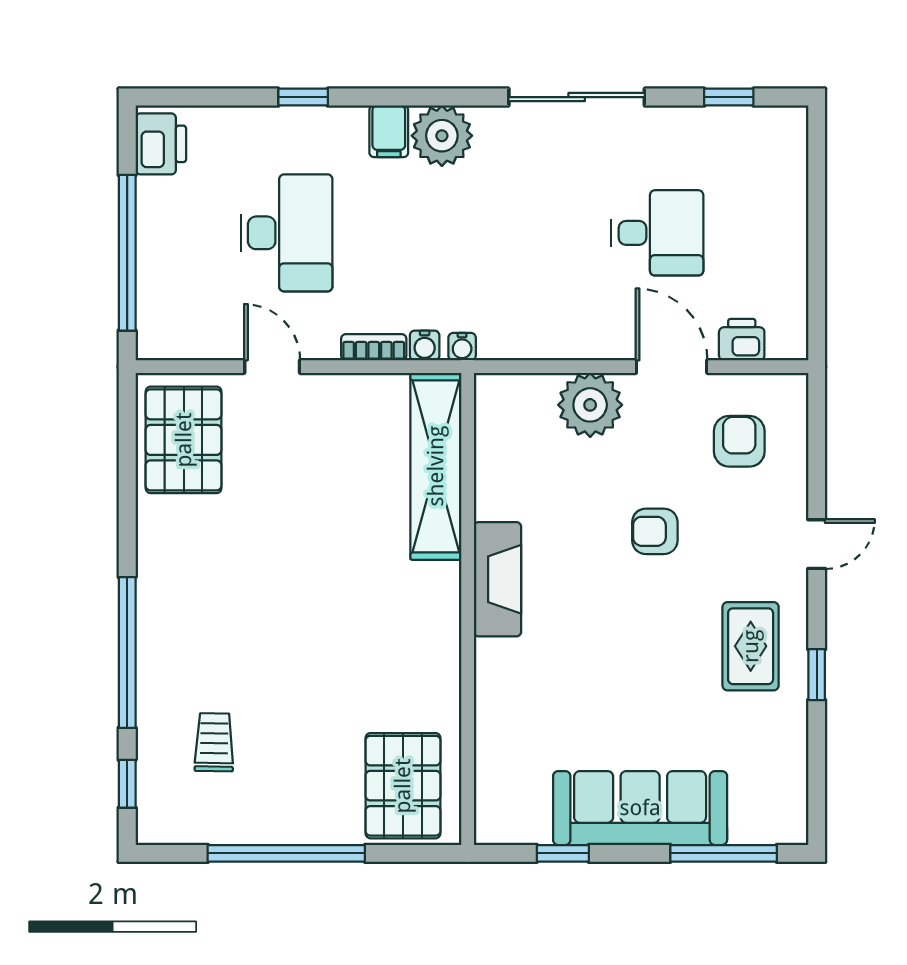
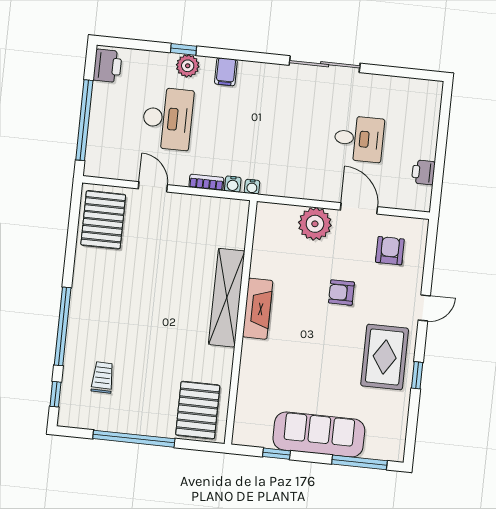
window: (729, 97) -> (403, 72), removed
plant: (442, 136) -> (188, 66), moved, width x0.73, depth x0.73
printer: (742, 340) -> (423, 172), moved, turned -90
shelving: (436, 466) -> (227, 298), moved
rug: (751, 646) -> (385, 357), width x1.36, depth x1.43

